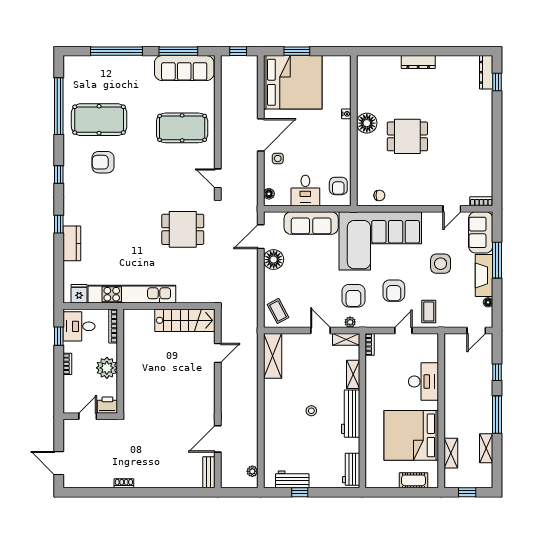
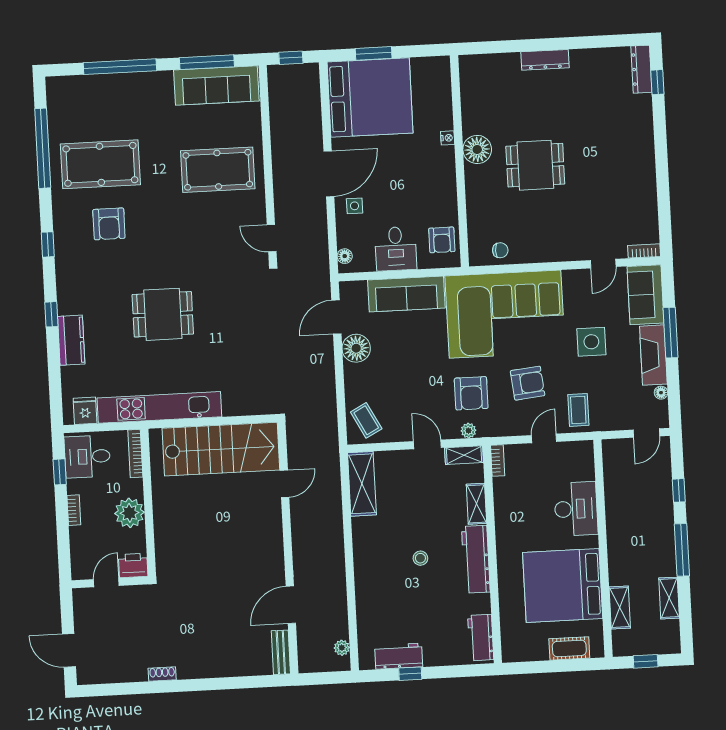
armchair: (103, 162) -> (109, 224), turned -90
dining table: (183, 229) -> (163, 314), moved
armchair: (394, 291) -> (528, 383), turned -96
stairs: (185, 320) -> (221, 449), width x1.36, depth x1.51

